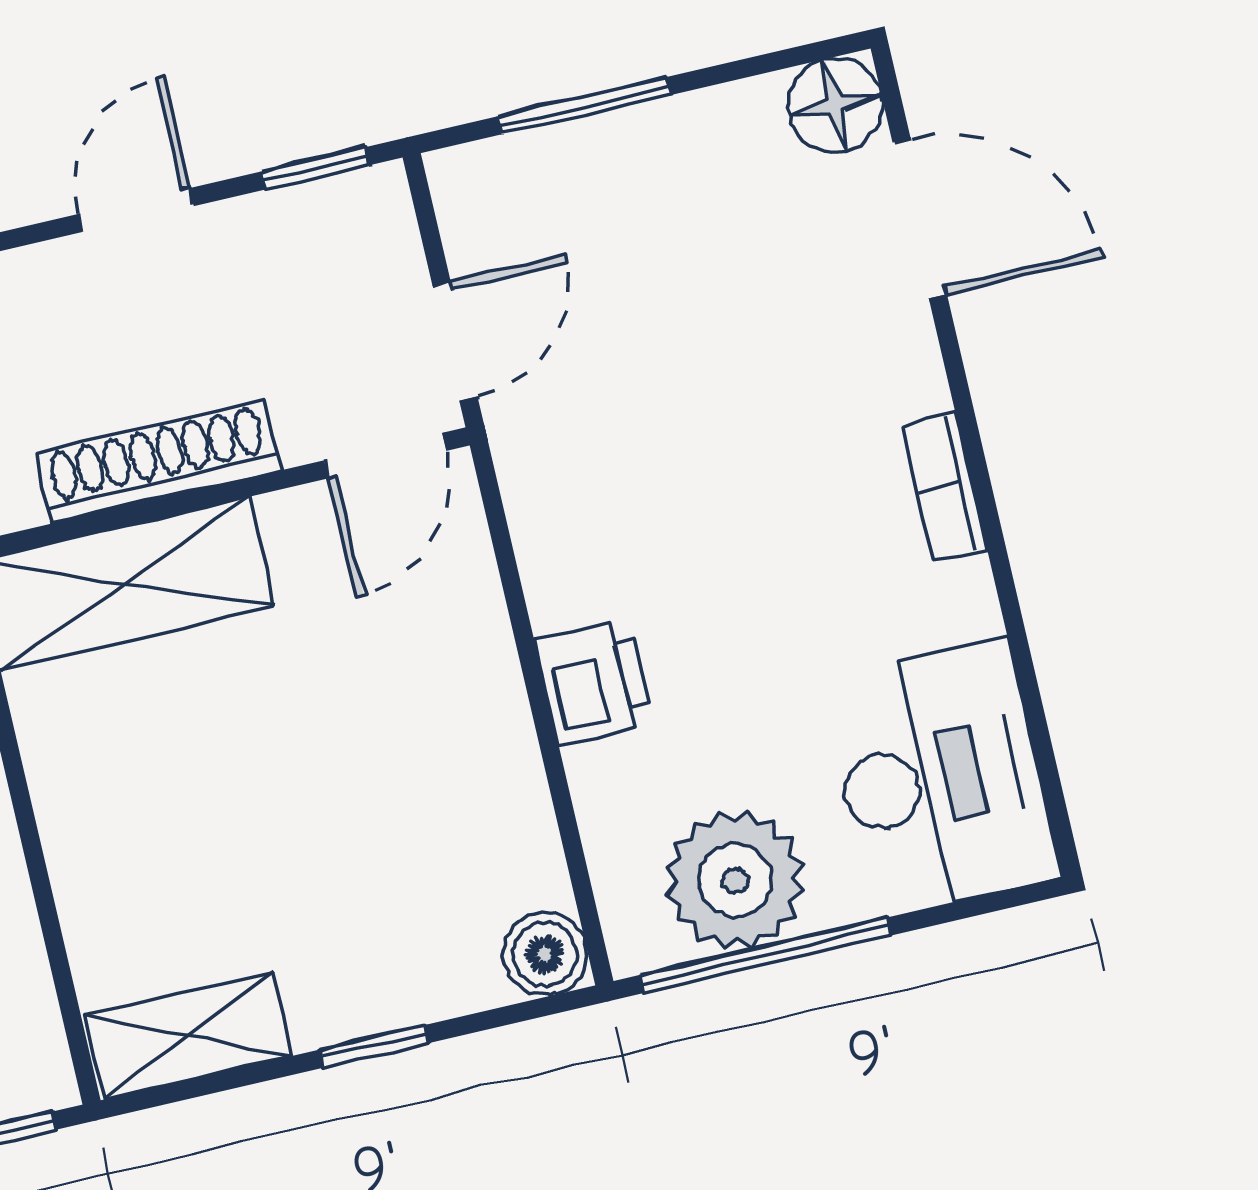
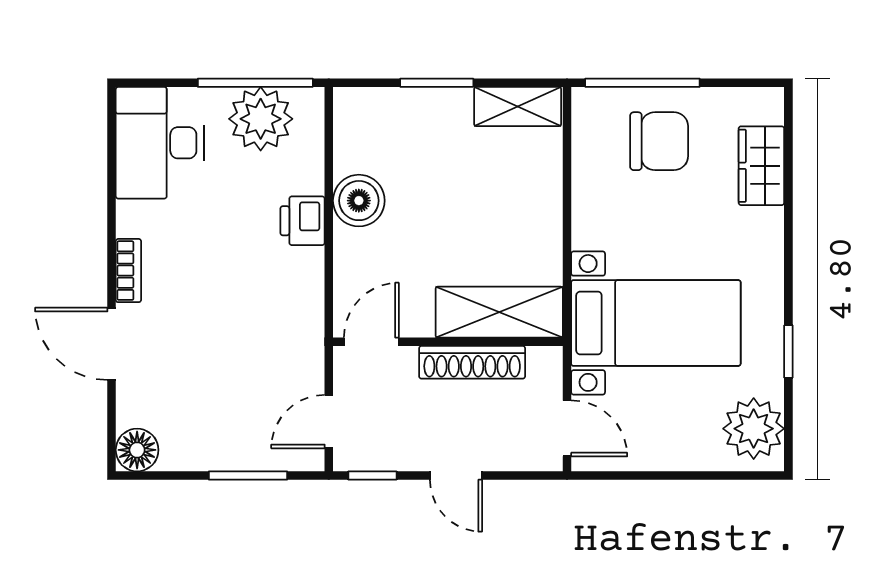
door: (136, 210) -> (456, 475), hinge flipped
door: (920, 219) -> (112, 344), moved
door: (455, 341) -> (329, 422), moved
boiler: (545, 954) -> (359, 201), moved, width x1.36, depth x1.36
window: (374, 1046) -> (437, 83), width x1.50

